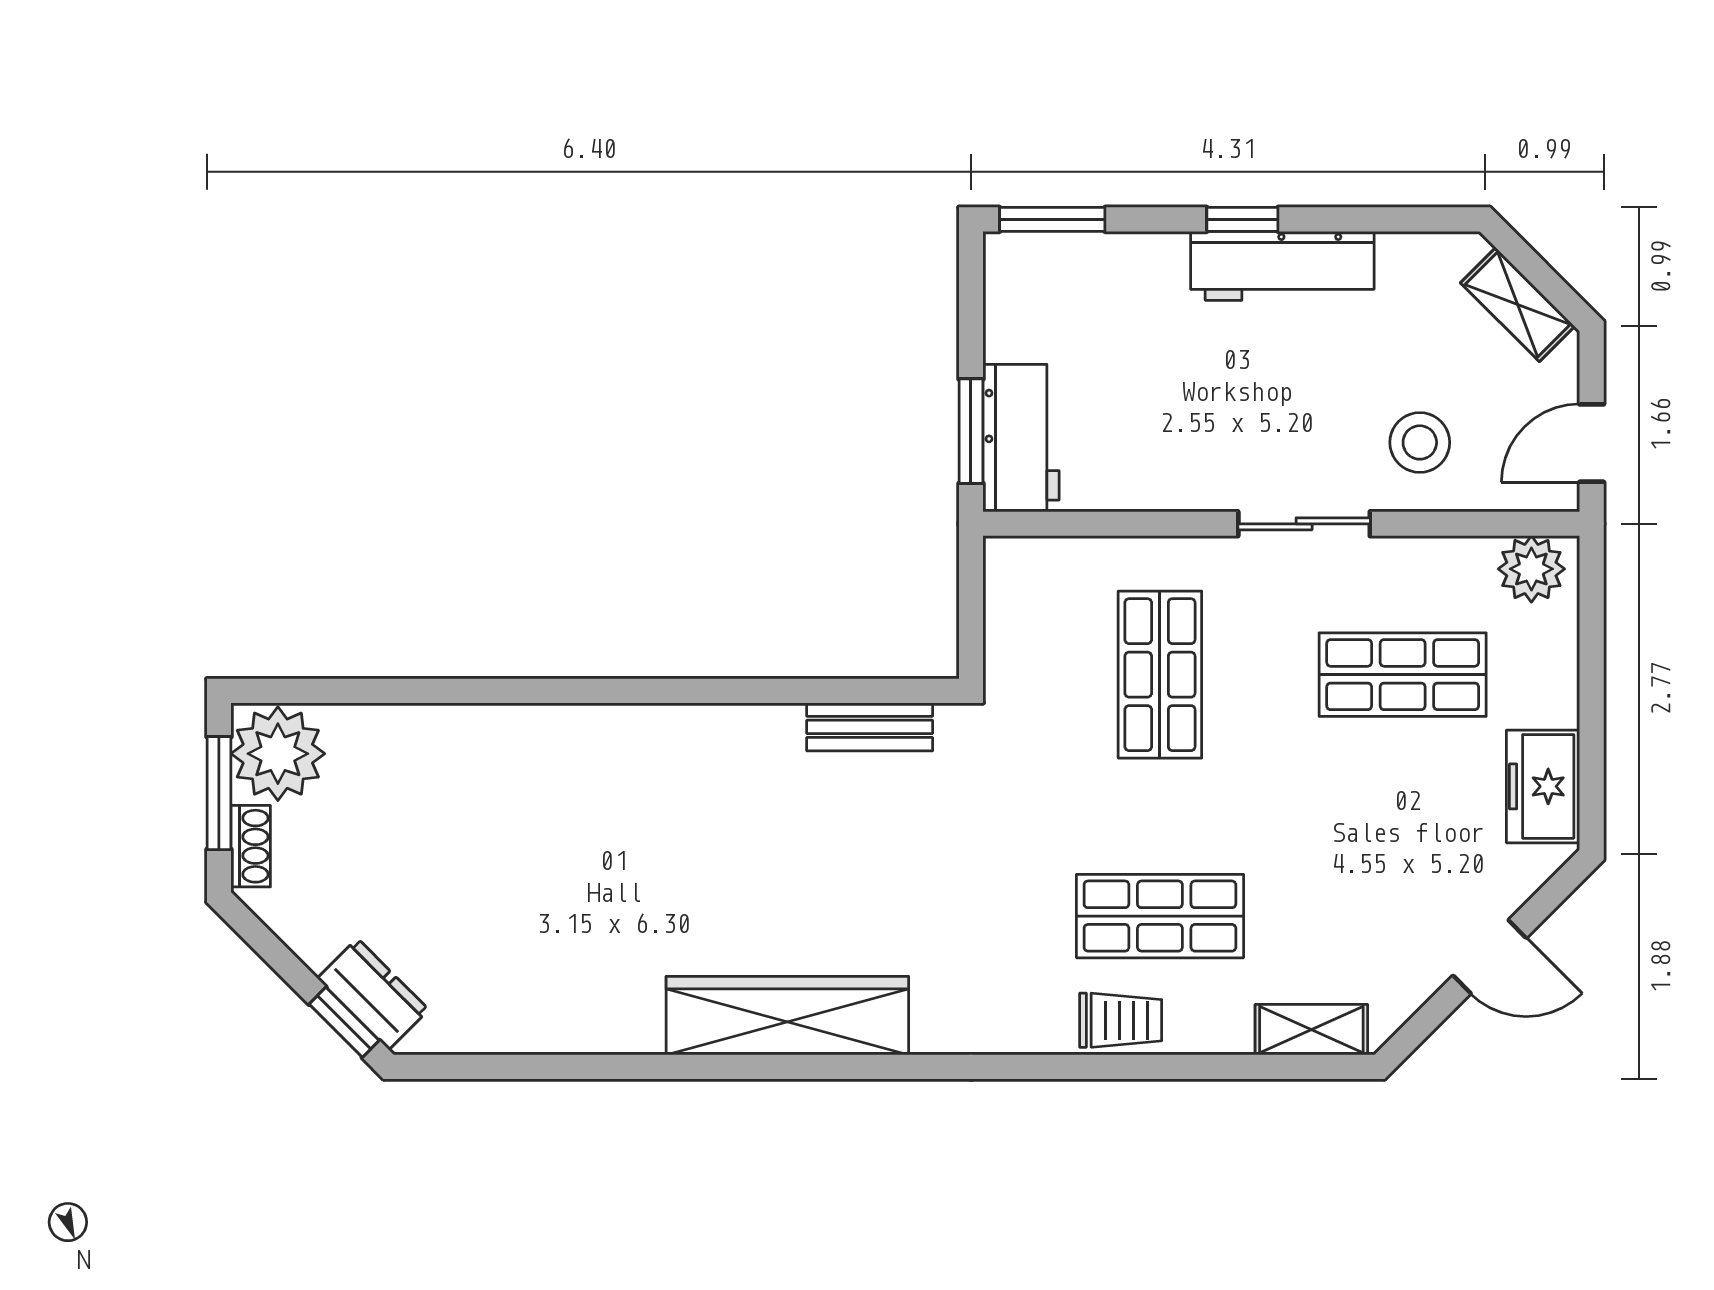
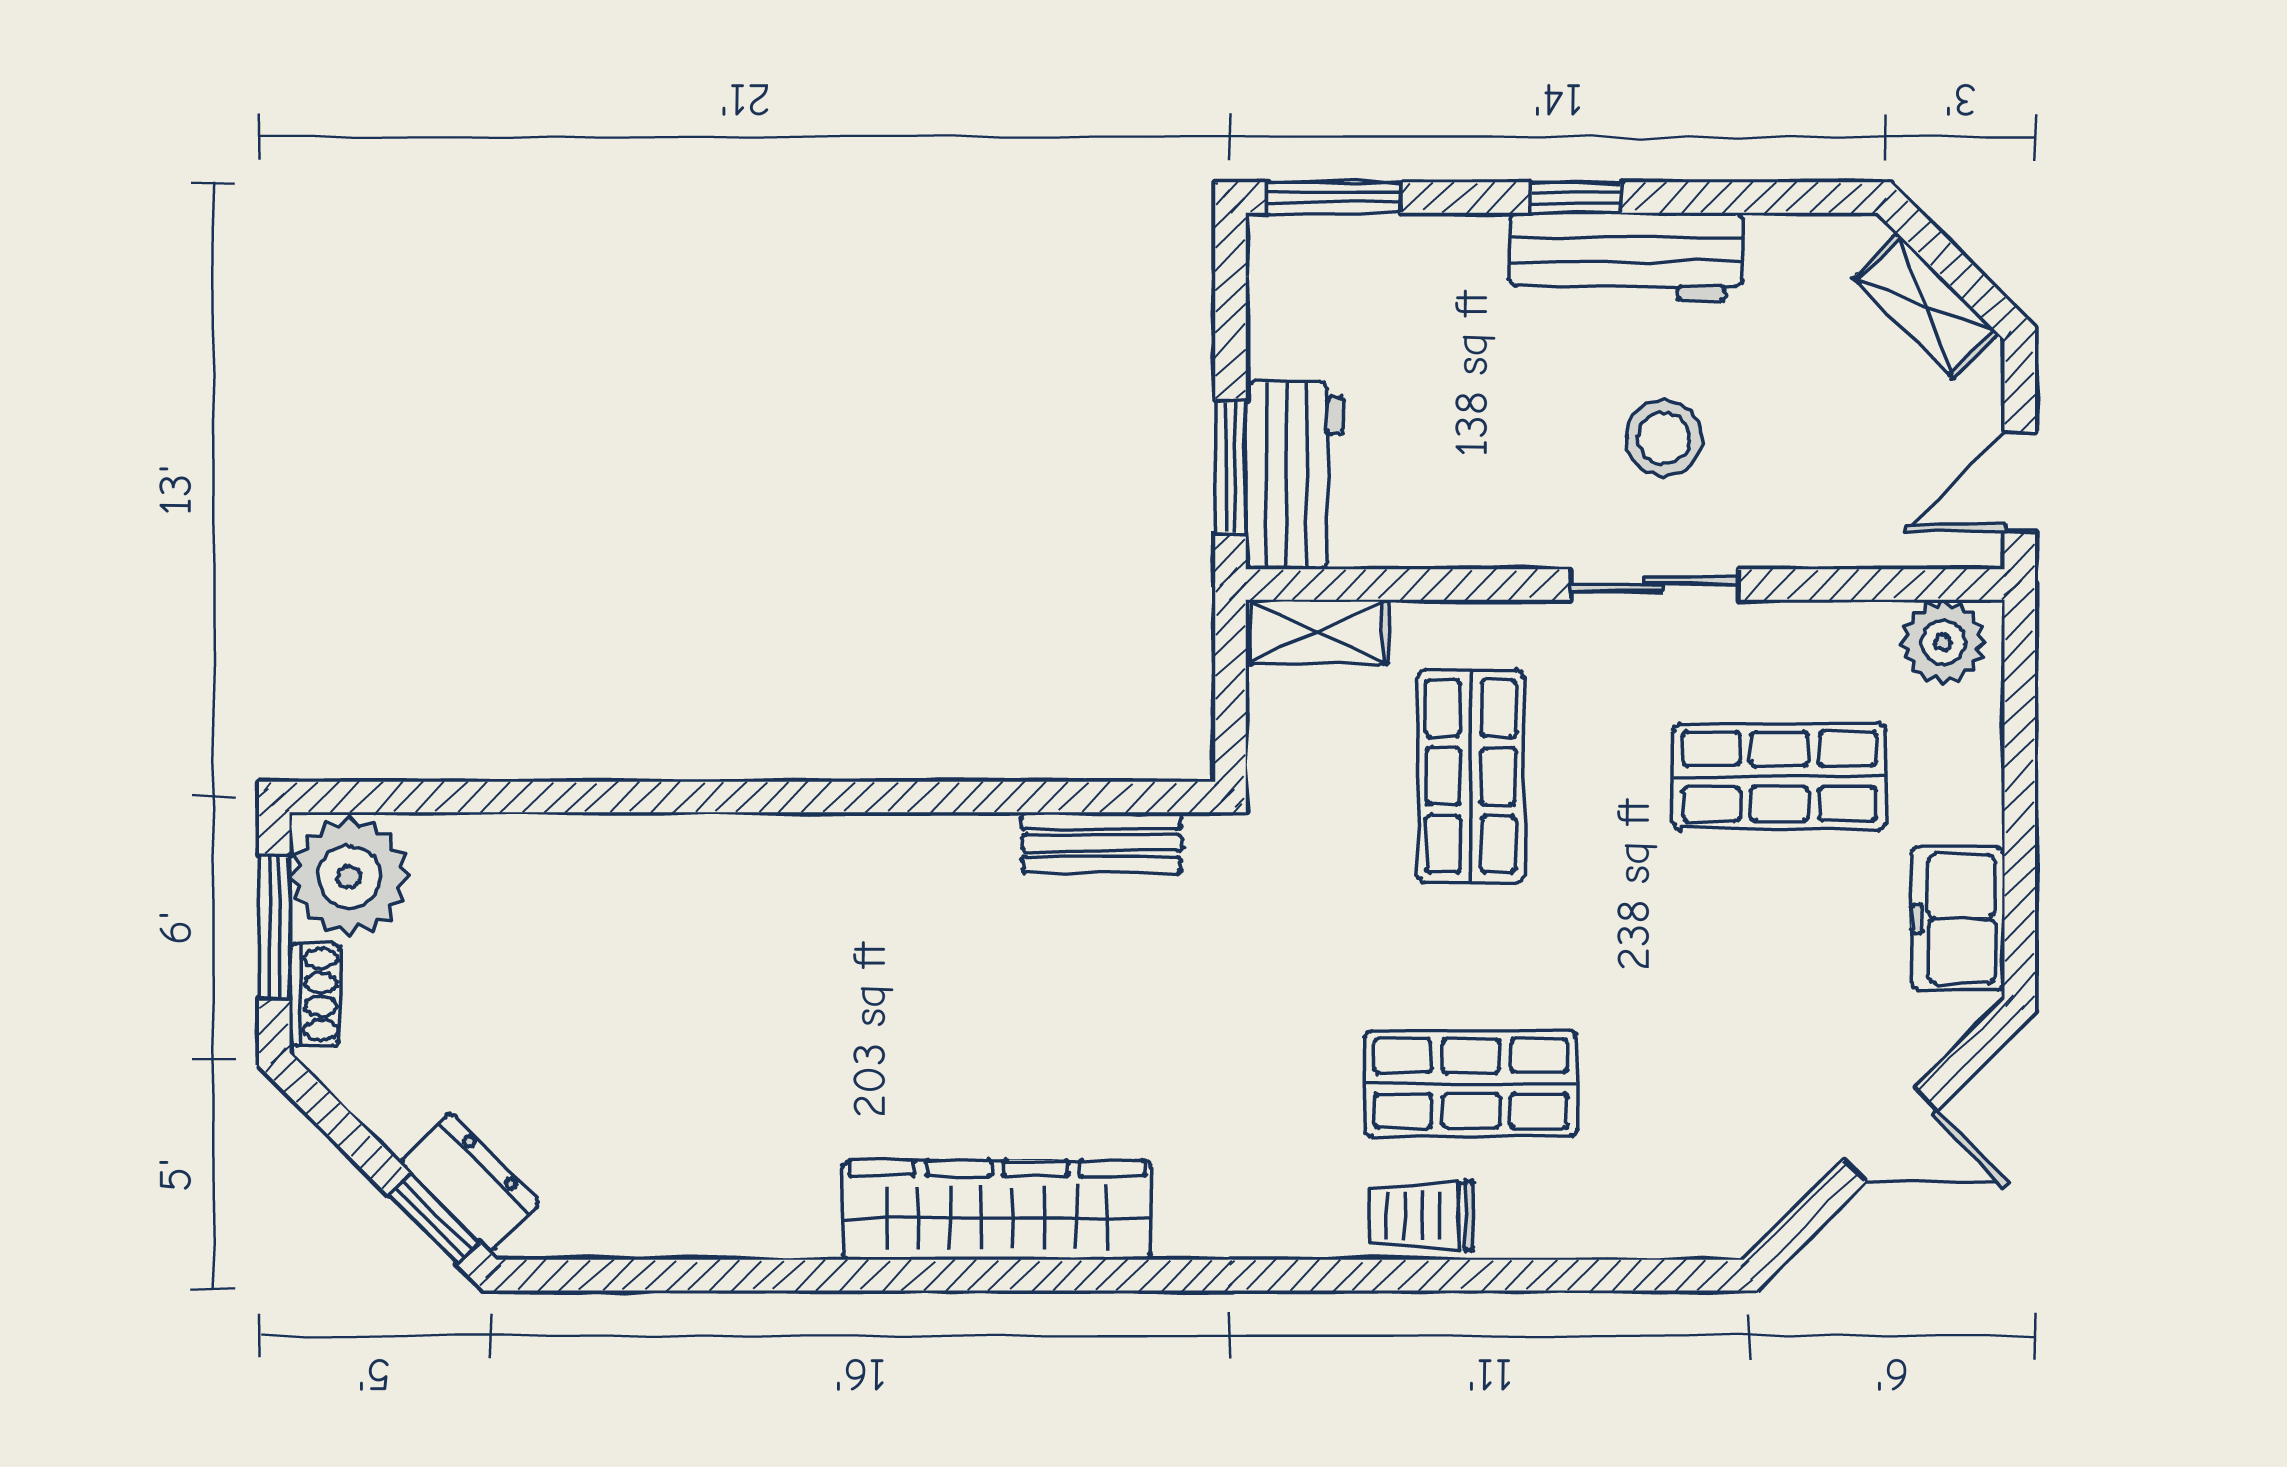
stool: (1420, 442) -> (1664, 438), moved
trolley: (1121, 1020) -> (1421, 1216), turned 180
shelving: (1311, 1030) -> (1317, 632), moved

